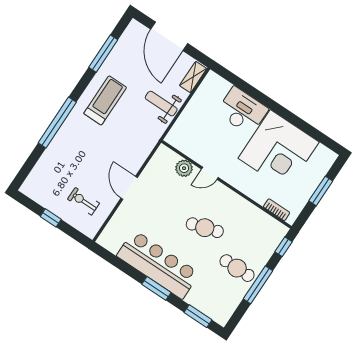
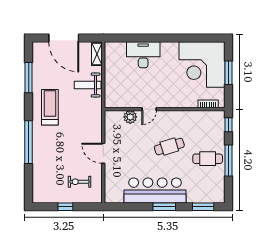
corner desk: (279, 150) -> (202, 64), moved, turned 90

